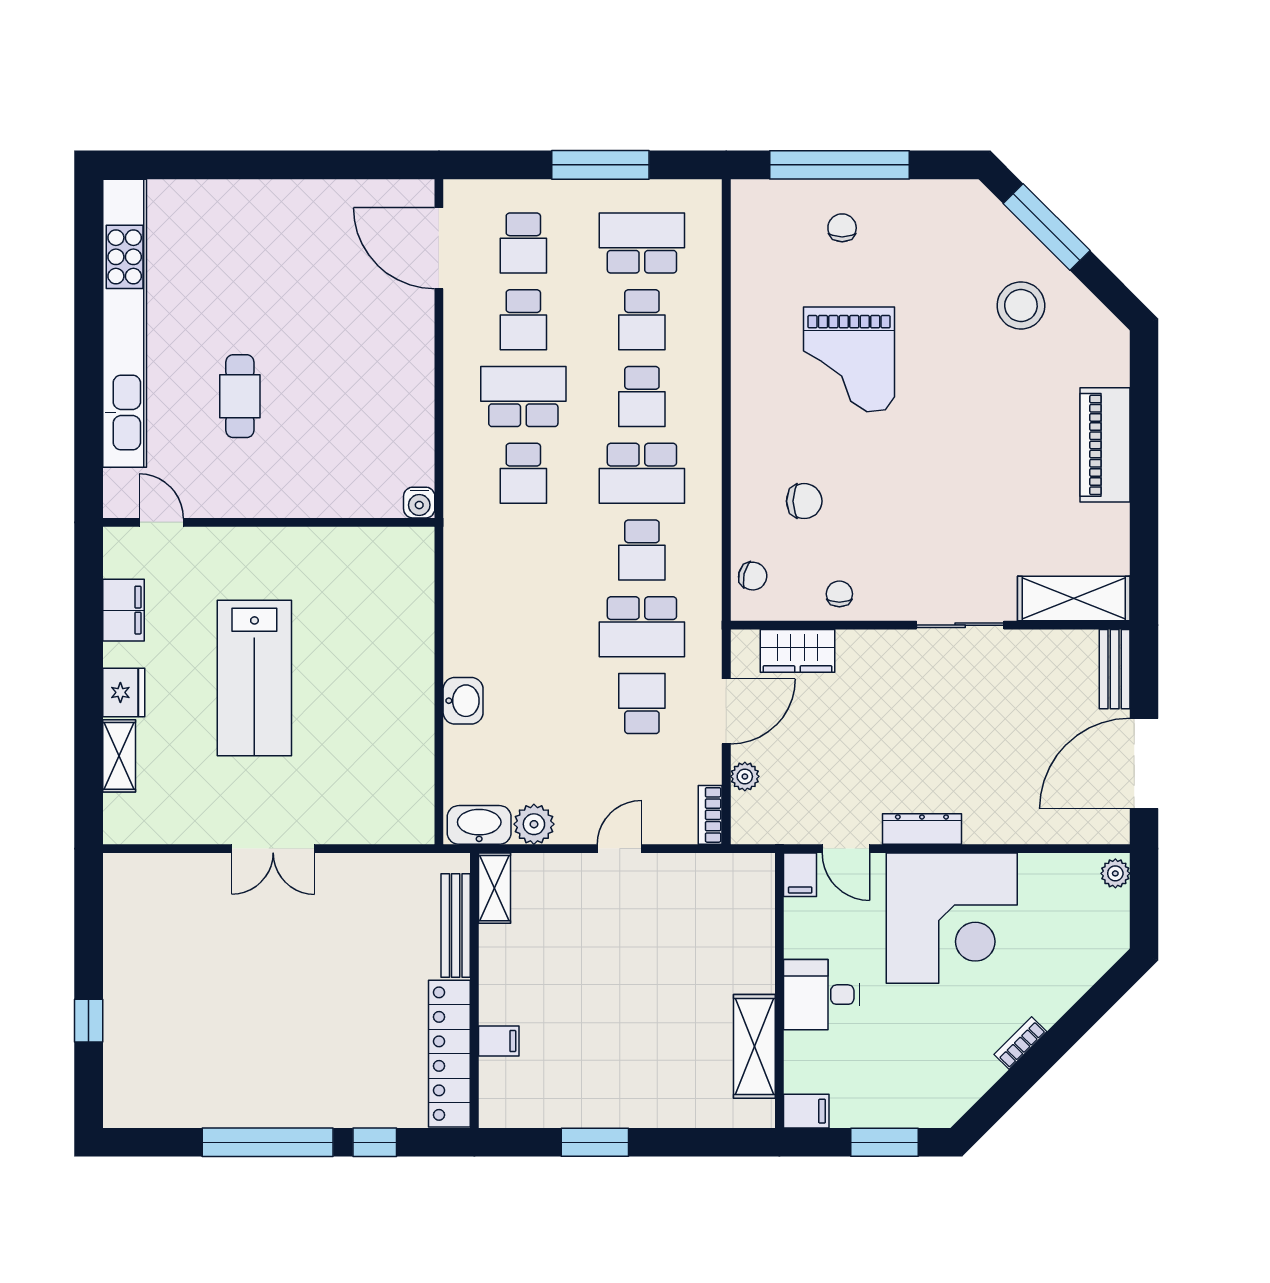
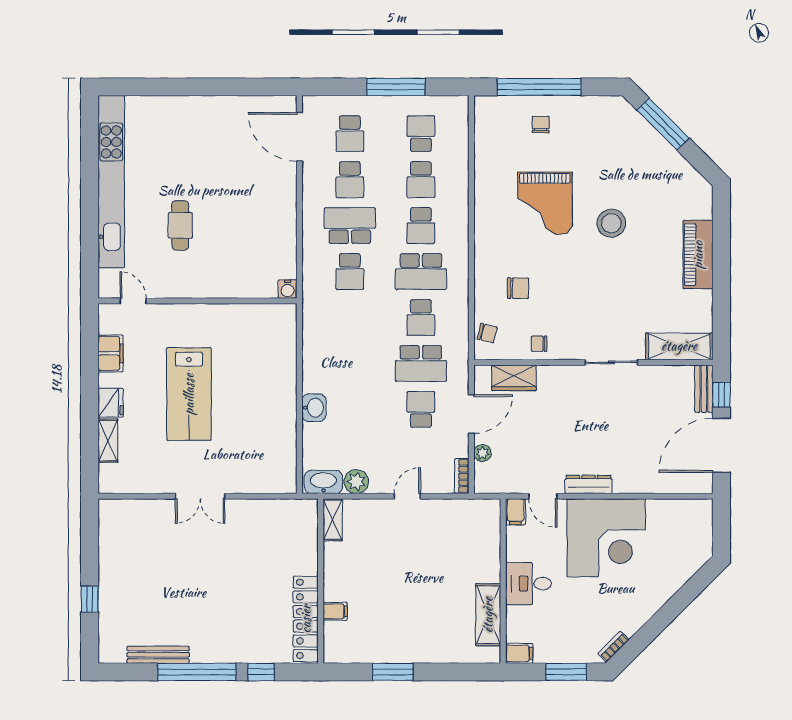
school desk: (642, 243) -> (421, 134), width x0.54
stool: (1021, 305) -> (611, 223), moved
chair: (839, 594) -> (539, 344), turned -90
window: (1144, 679) -> (721, 395), added
plant: (1115, 873) -> (704, 511), removed
bench: (456, 925) -> (158, 655), moved, turned 90
bookcase: (1020, 1043) -> (613, 647), moved

